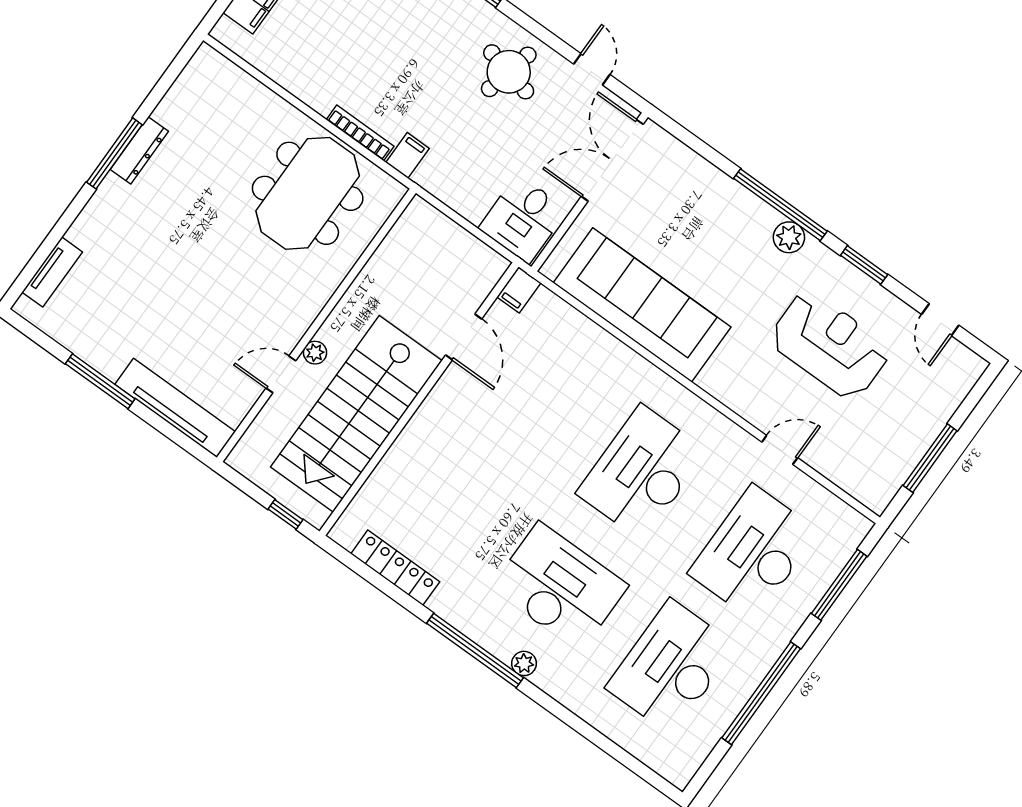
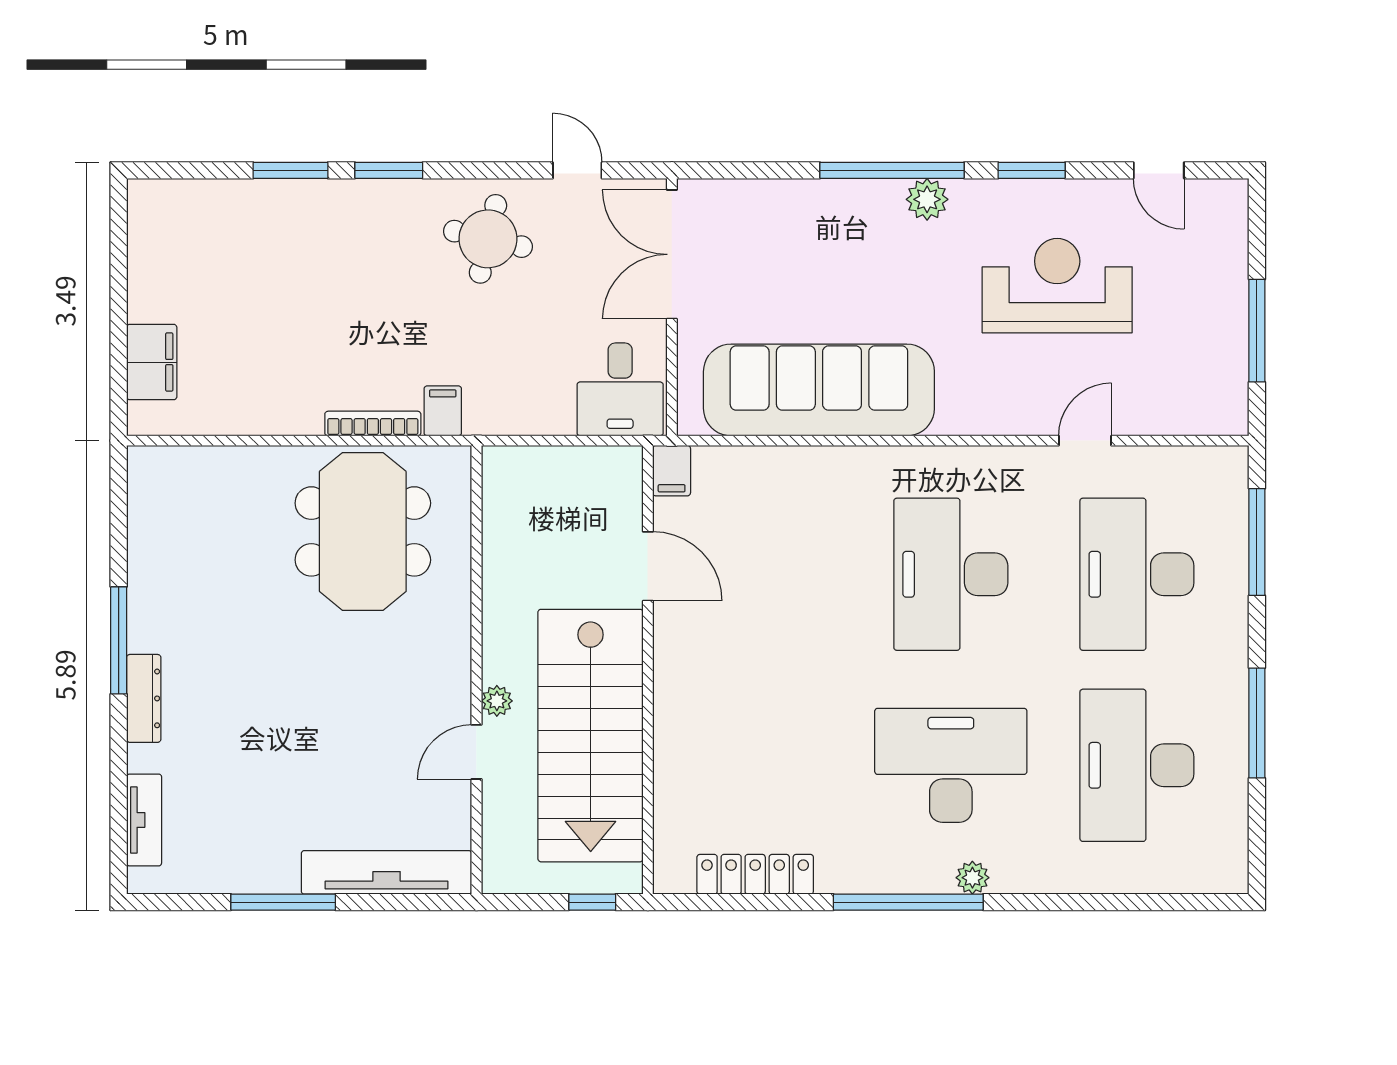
dresser: (139, 150) -> (144, 698), moved
window: (761, 693) -> (1257, 723), width x0.68

